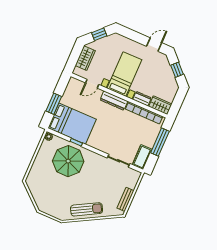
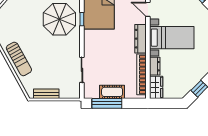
window: (160, 142) -> (107, 103), moved
cot: (142, 157) -> (112, 92), moved

